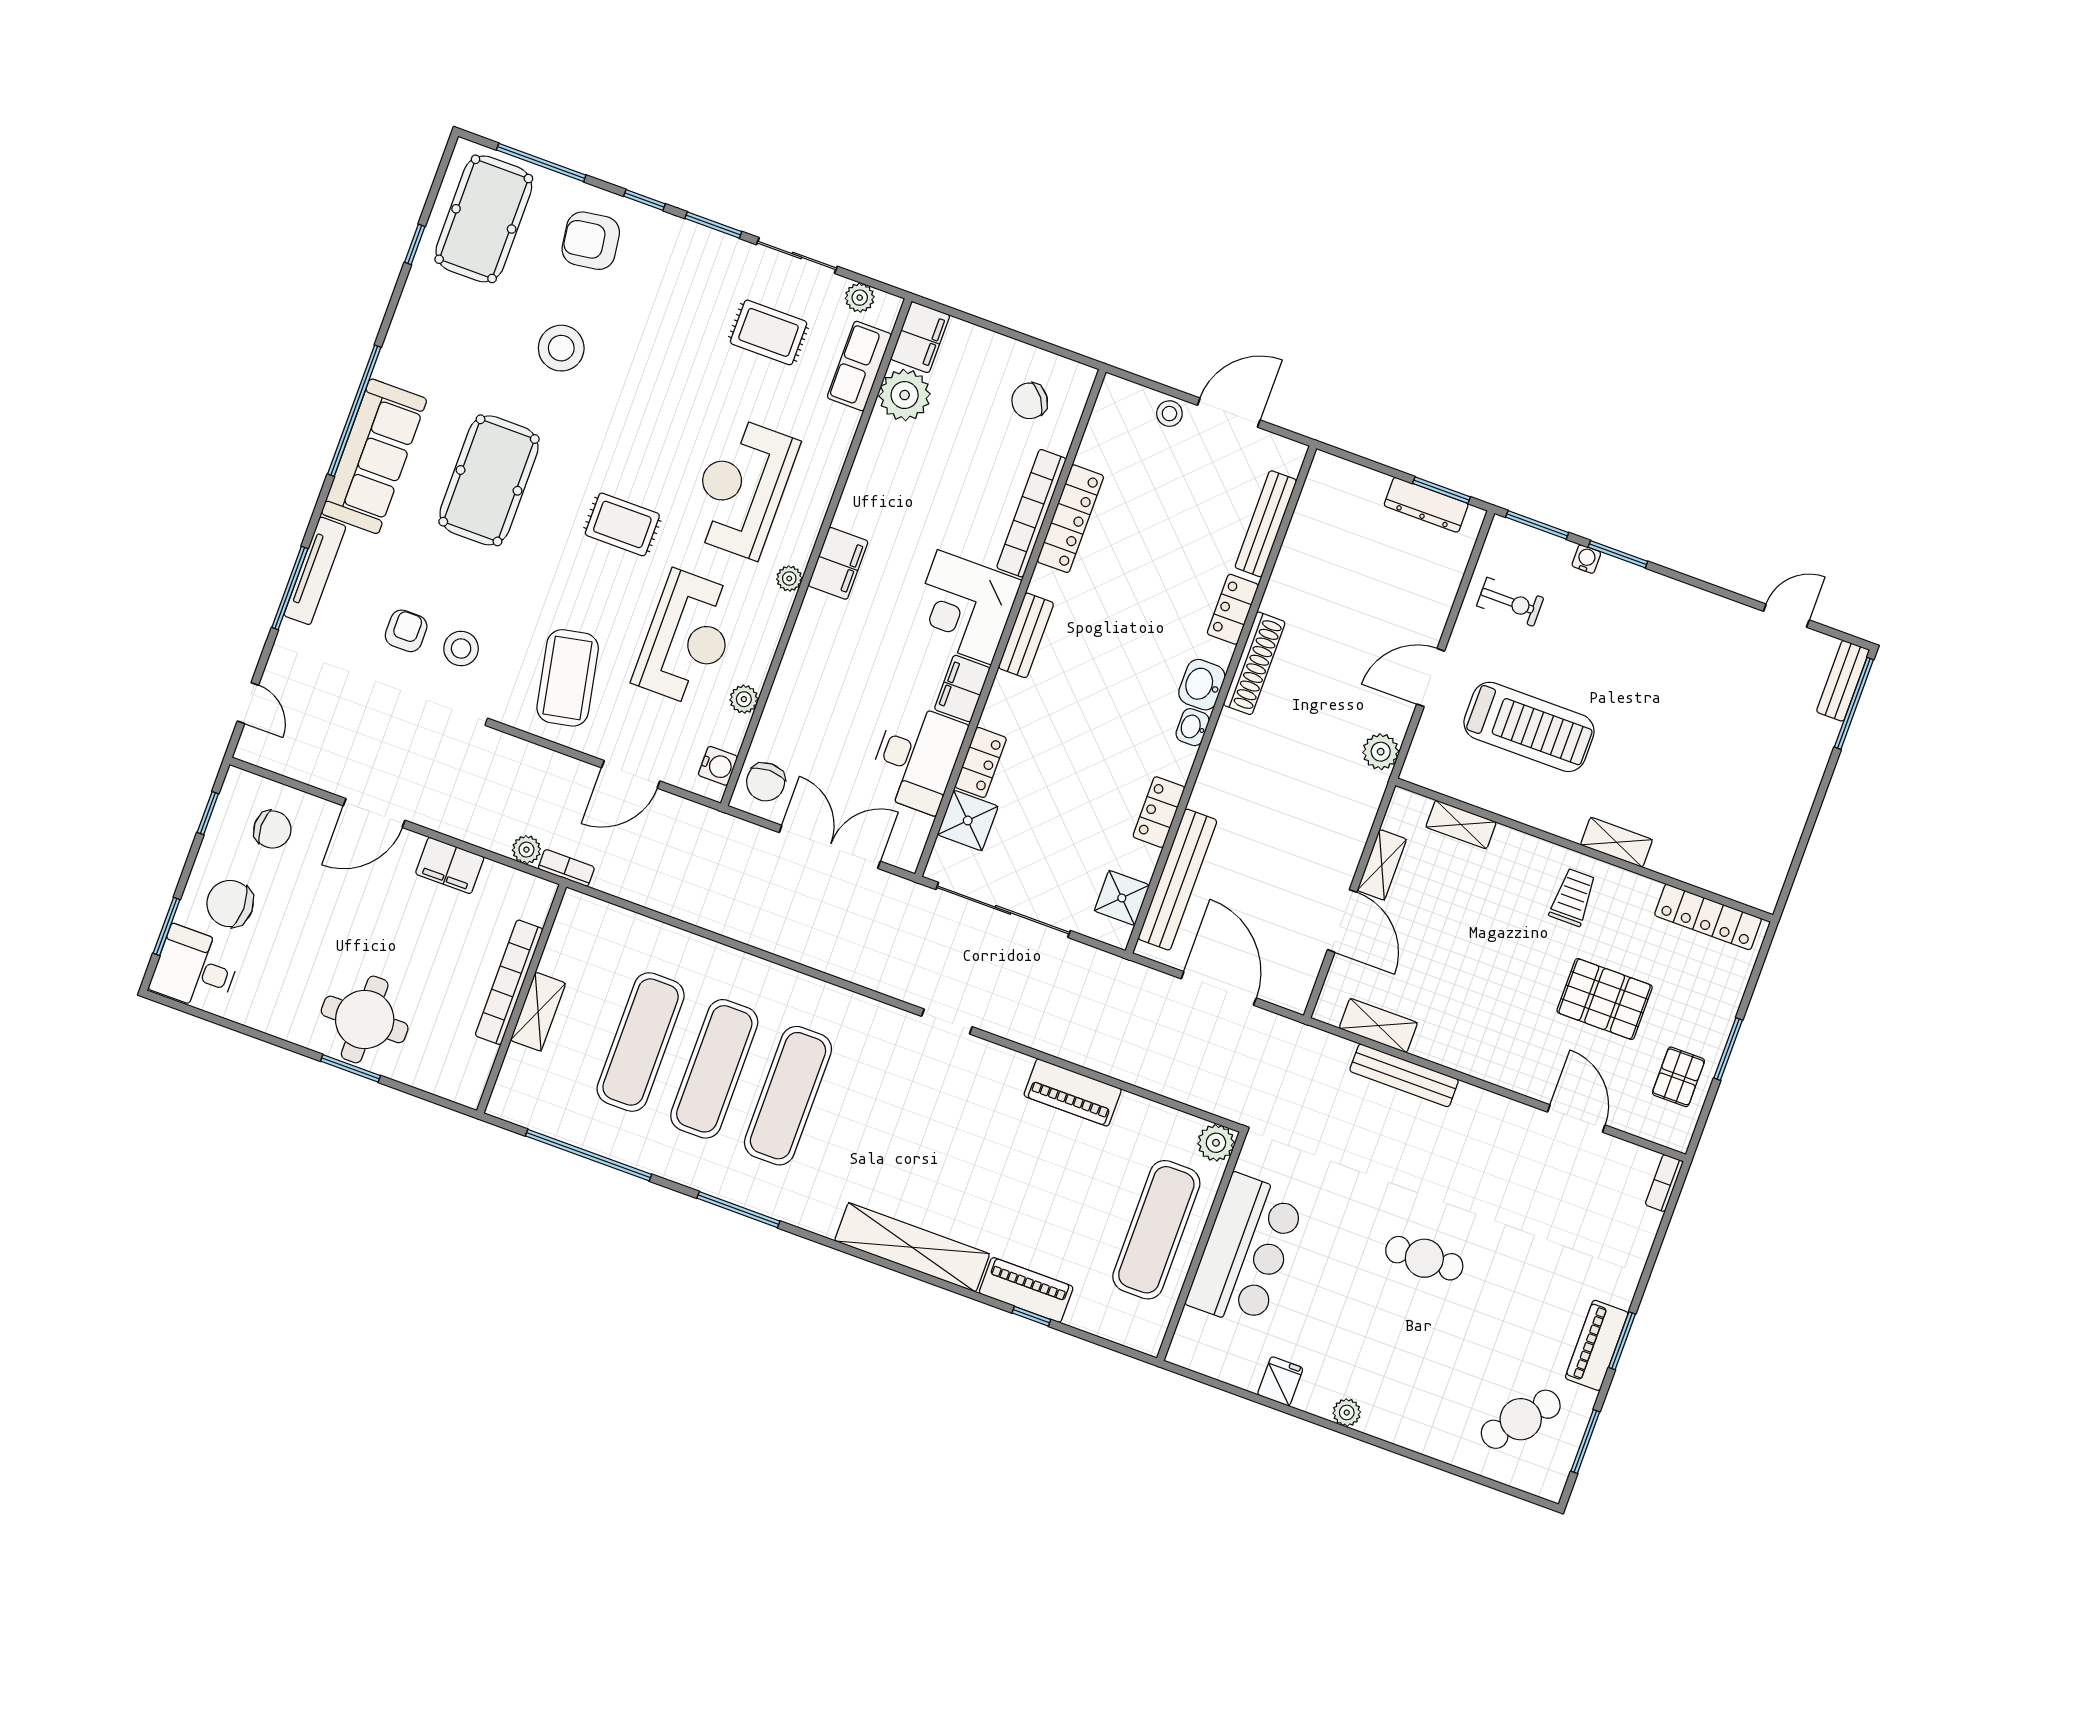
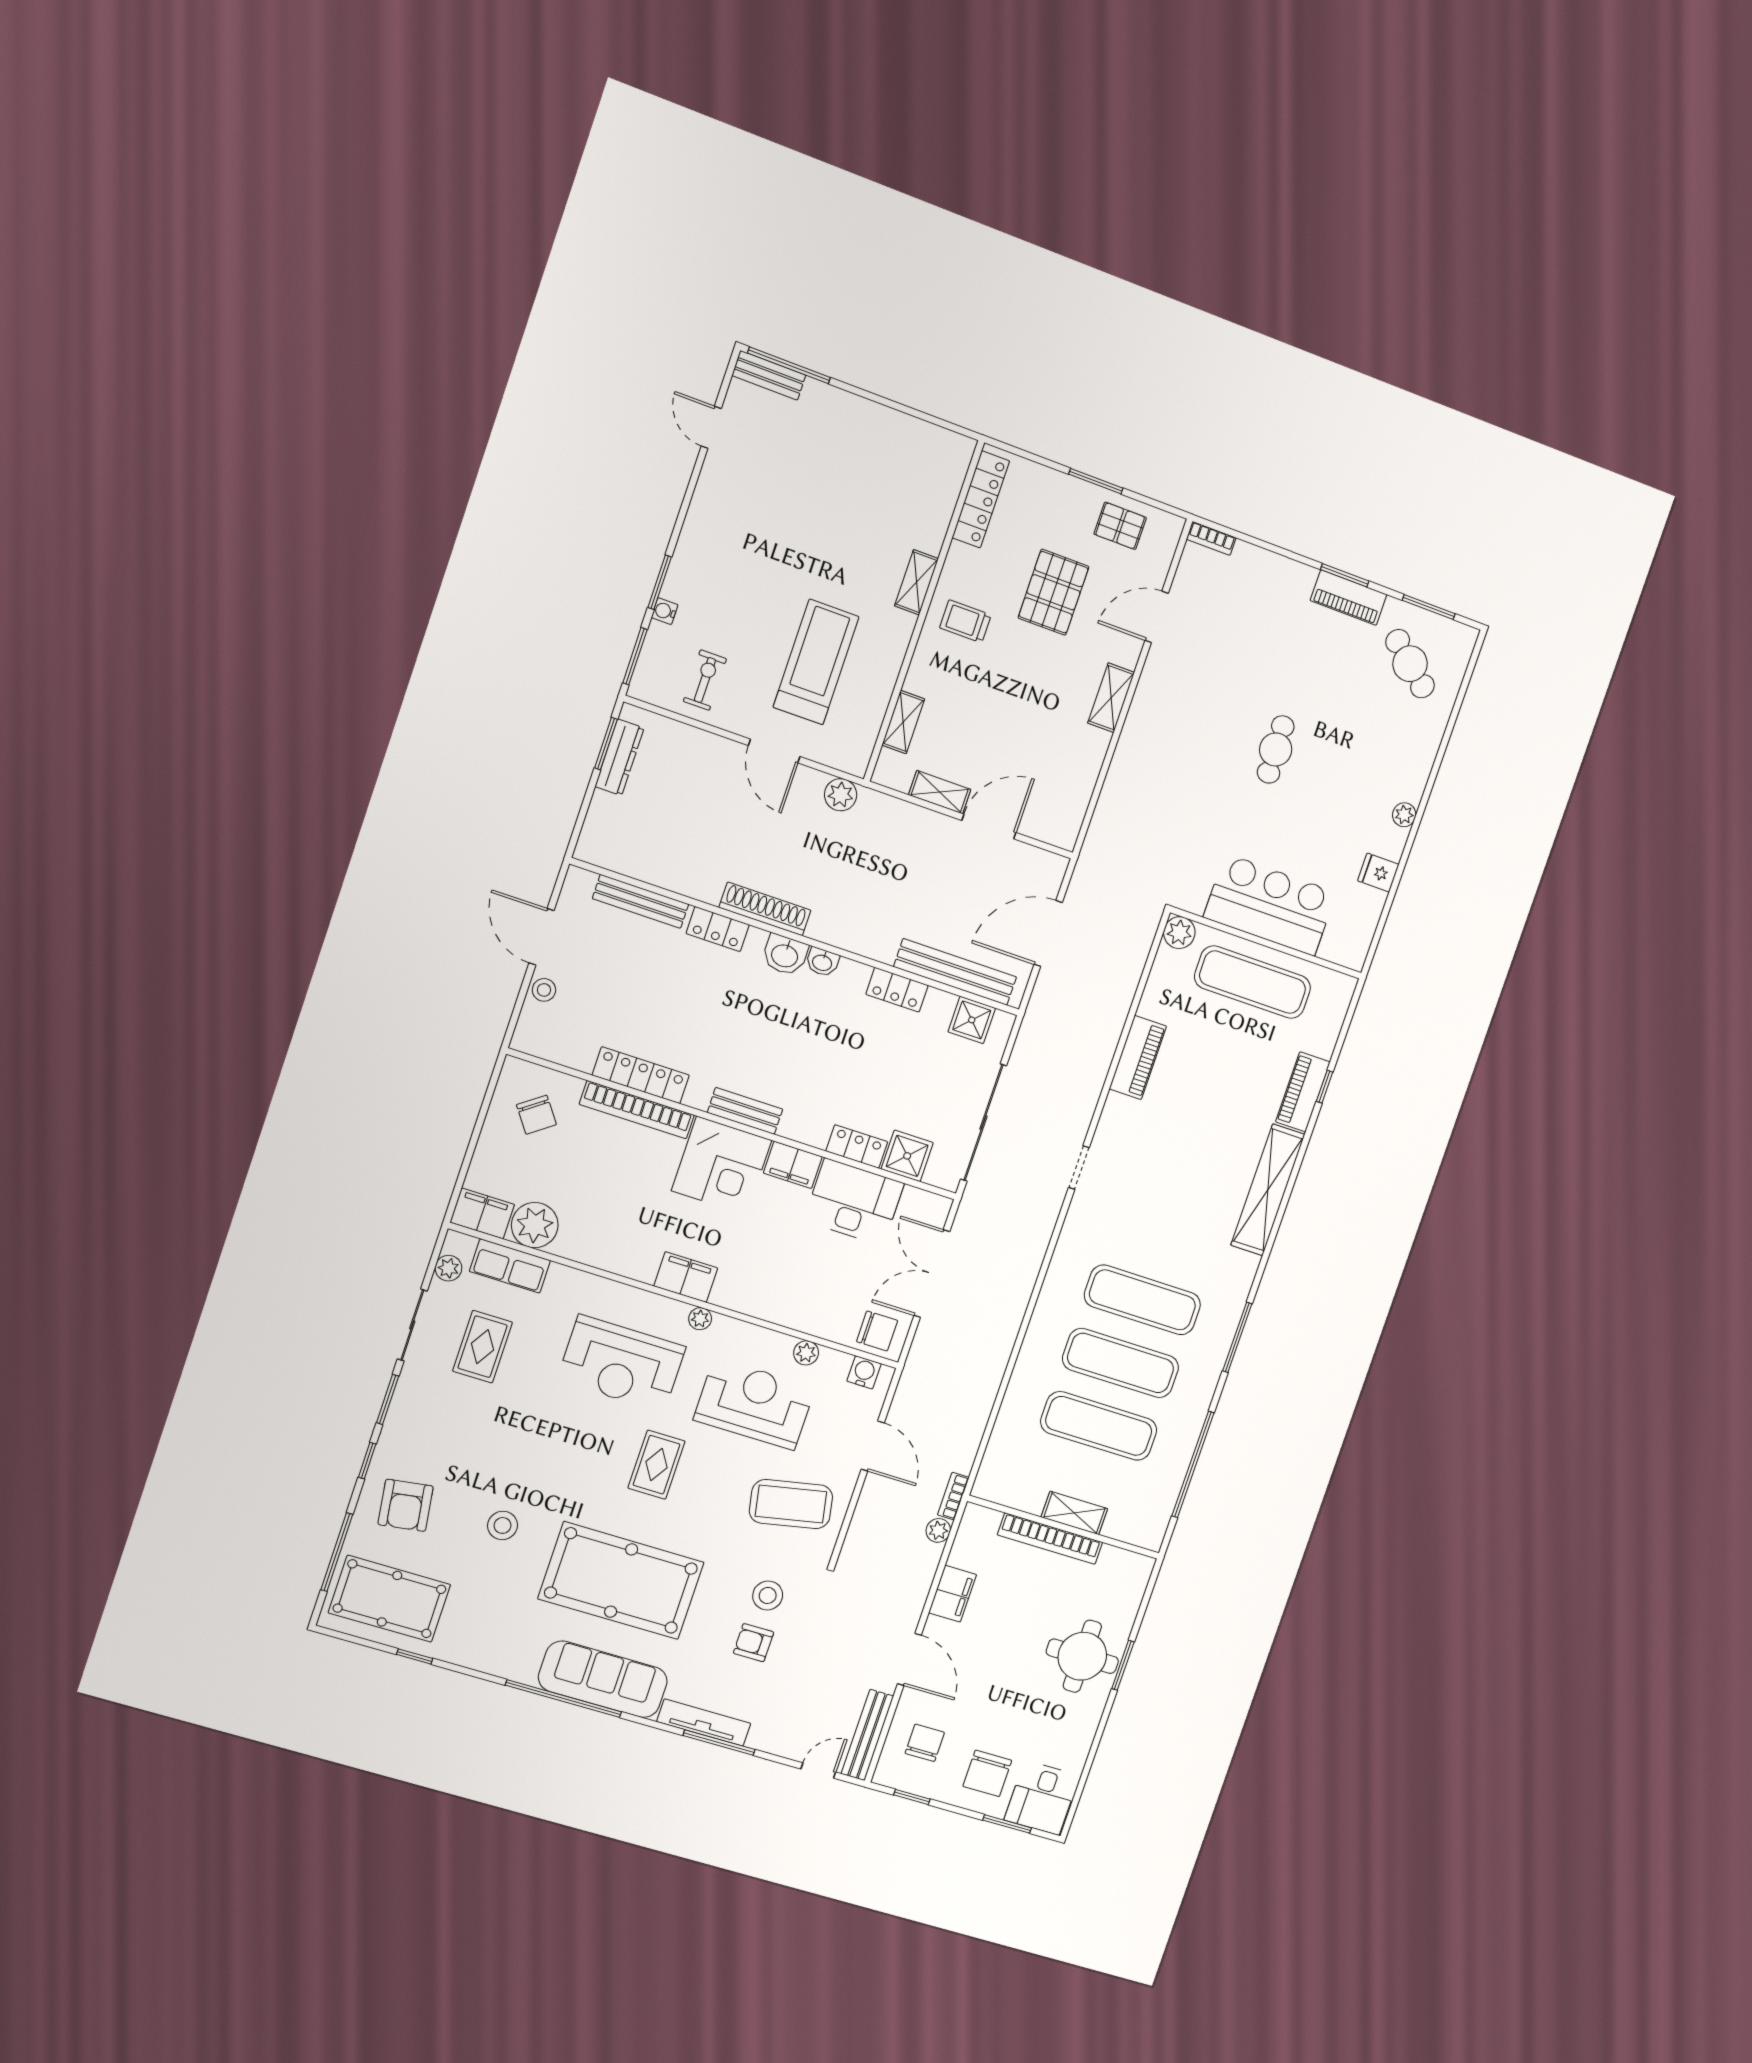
stool: (561, 348) -> (503, 1525), width x0.73, depth x0.73
pool table: (489, 480) -> (621, 1581), width x1.36, depth x1.32
shelving: (1378, 1026) -> (1111, 698), moved
bench: (1404, 1075) -> (867, 1735), moved

